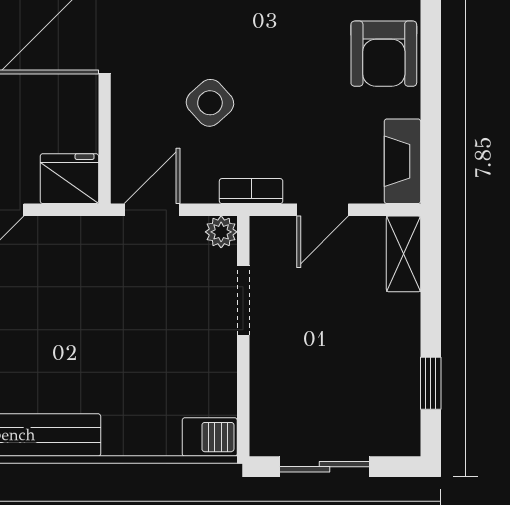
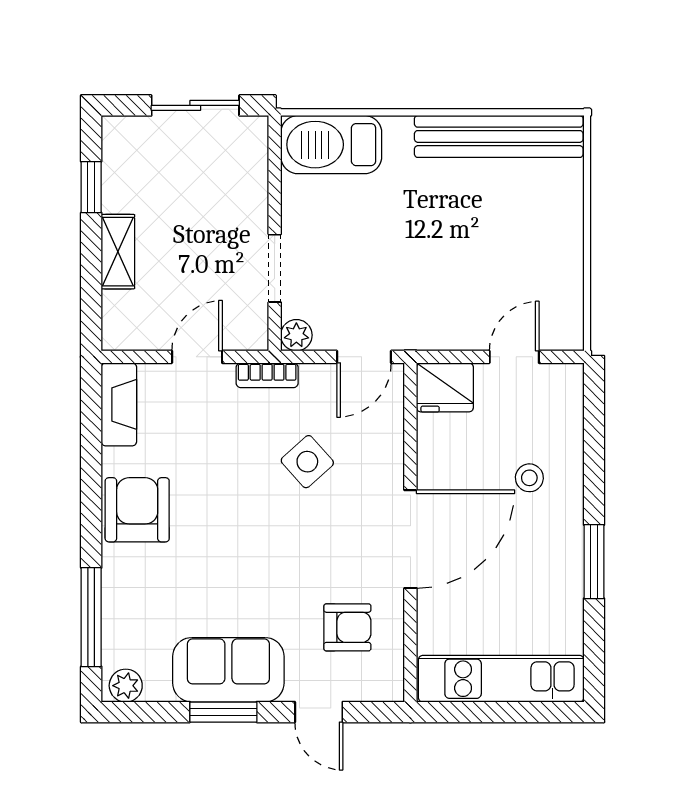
shelving: (404, 254) -> (118, 252), moved
barbecue: (210, 437) -> (331, 145), width x1.88, depth x1.53

